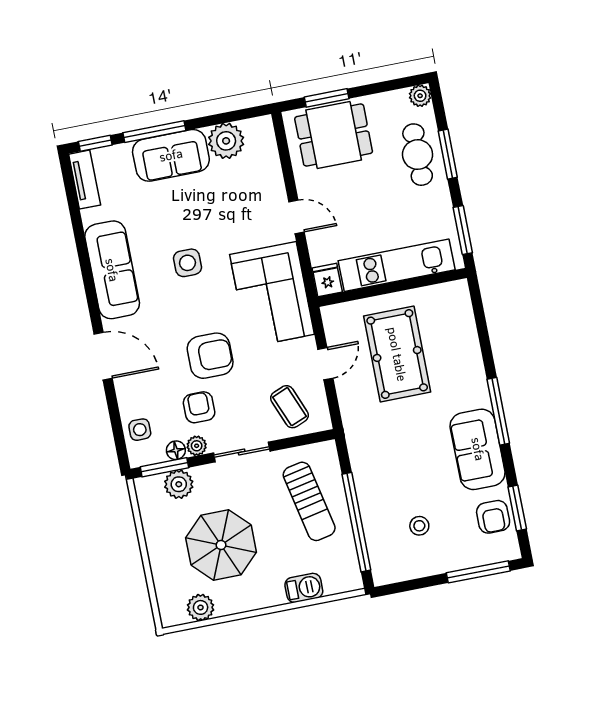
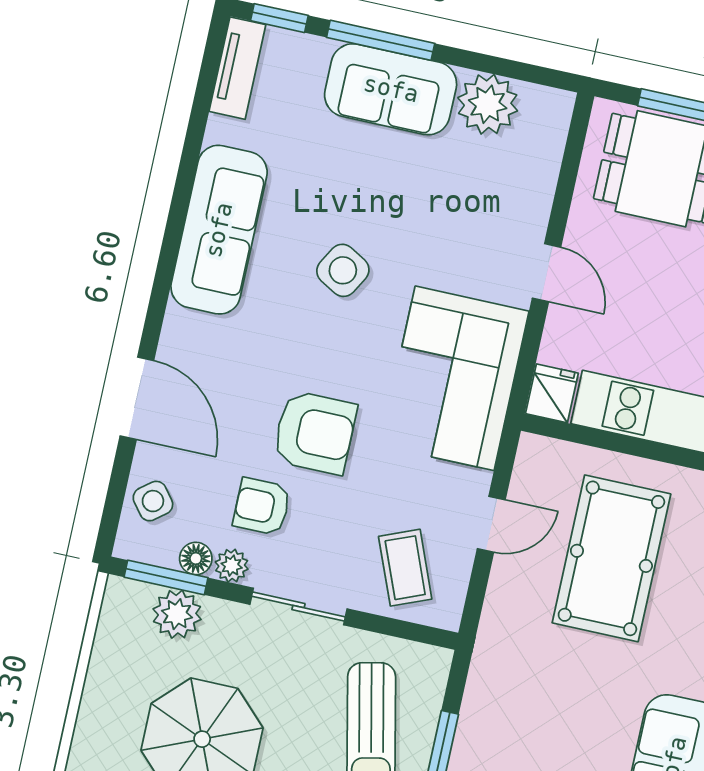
side table: (187, 263) -> (343, 270), turned 30
door: (103, 356) -> (137, 398), moved
armchair: (199, 407) -> (262, 507), turned -90
side table: (140, 430) -> (153, 501), turned -38

